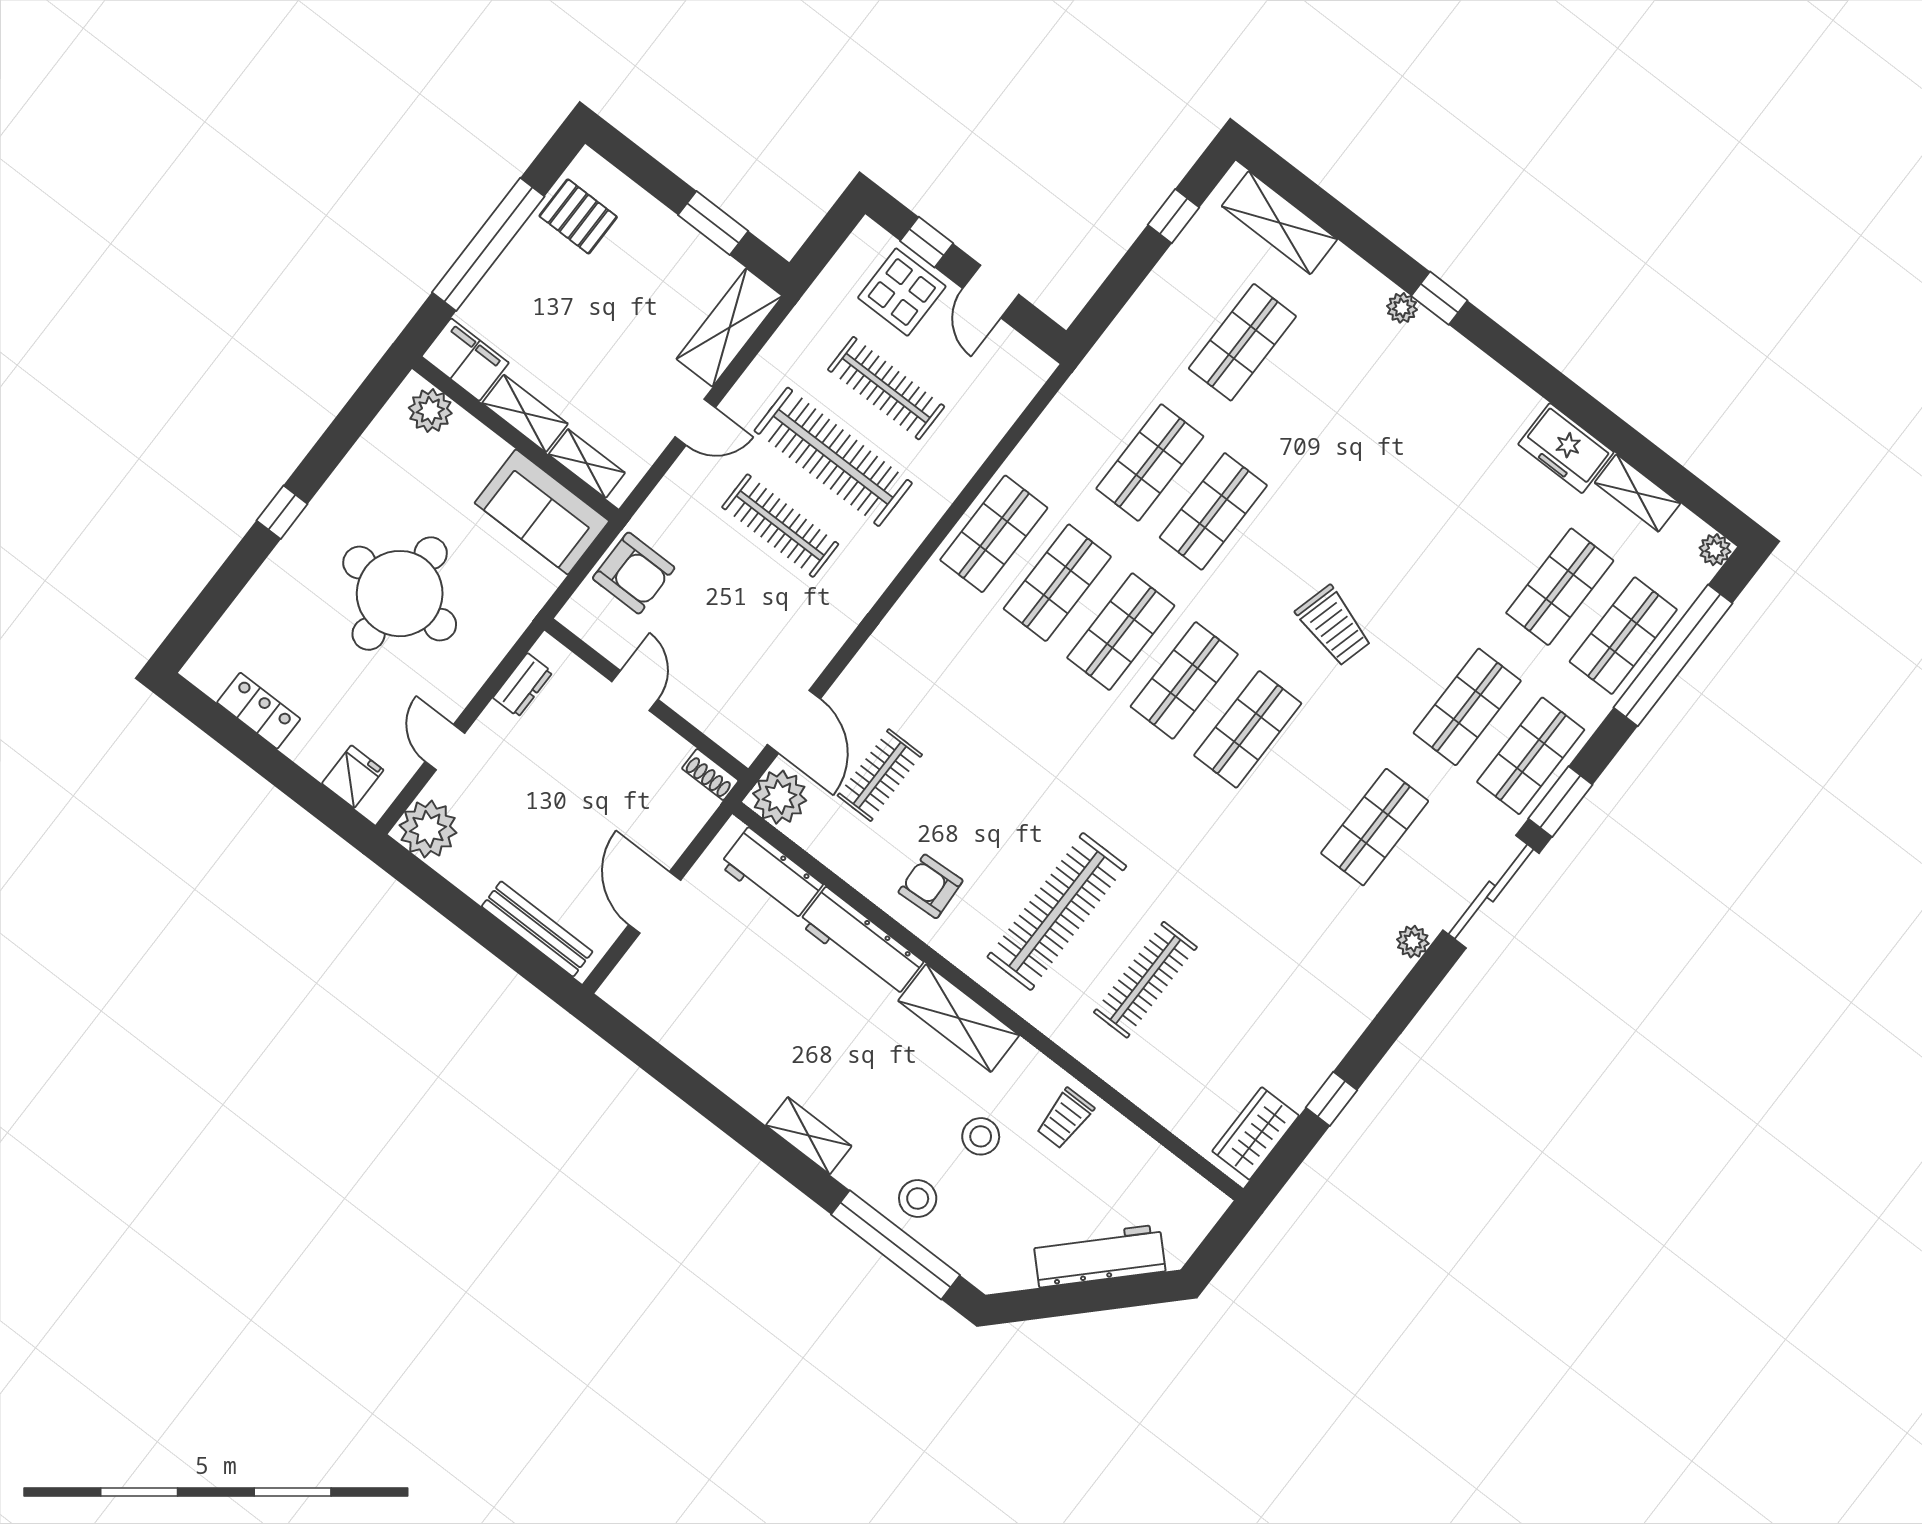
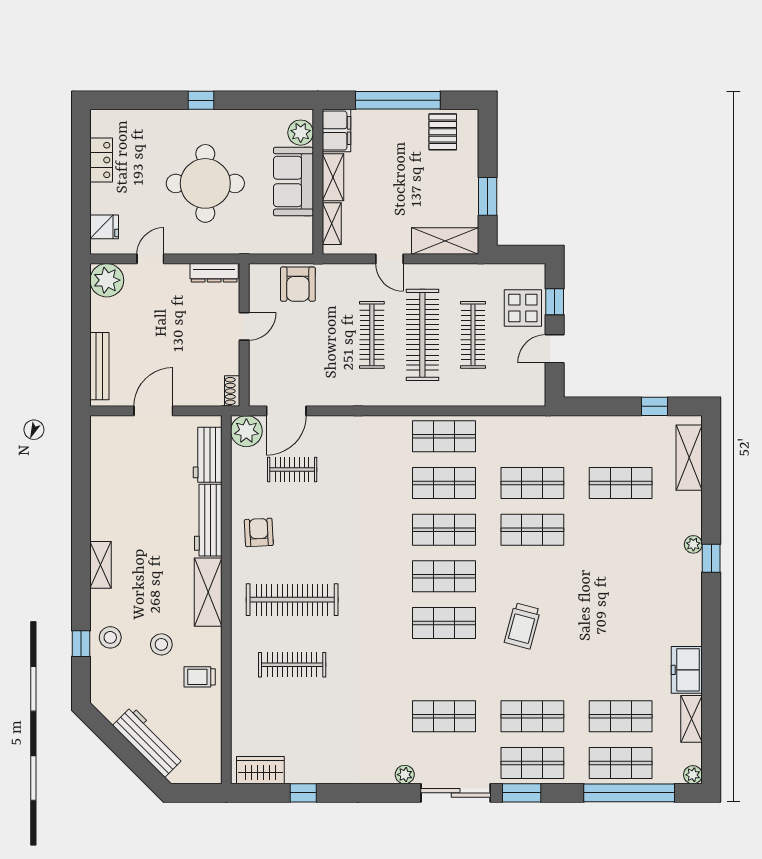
sofa: (542, 512) -> (293, 181), moved
dresser: (523, 685) -> (214, 273), width x1.44
window: (896, 1245) -> (81, 644), width x0.32

